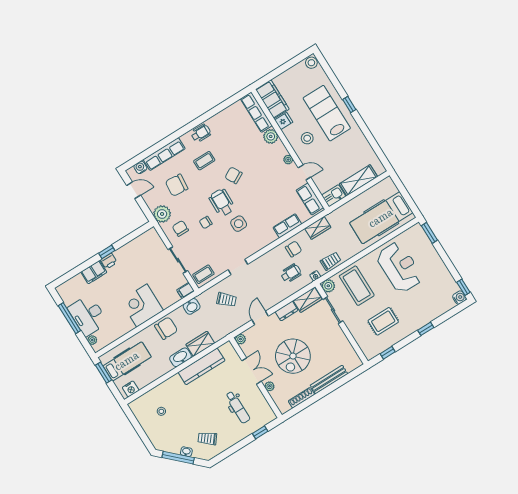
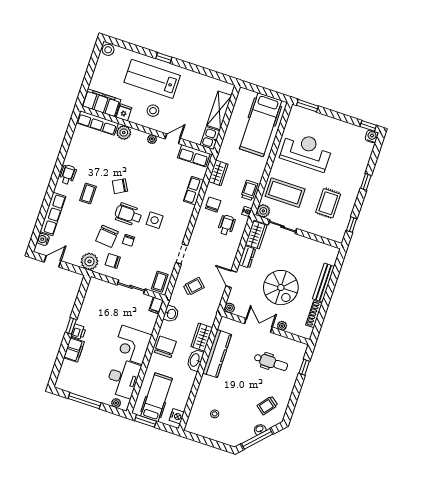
chair: (177, 185) -> (107, 236), moved
desk: (88, 315) -> (123, 378), moved, turned -90

